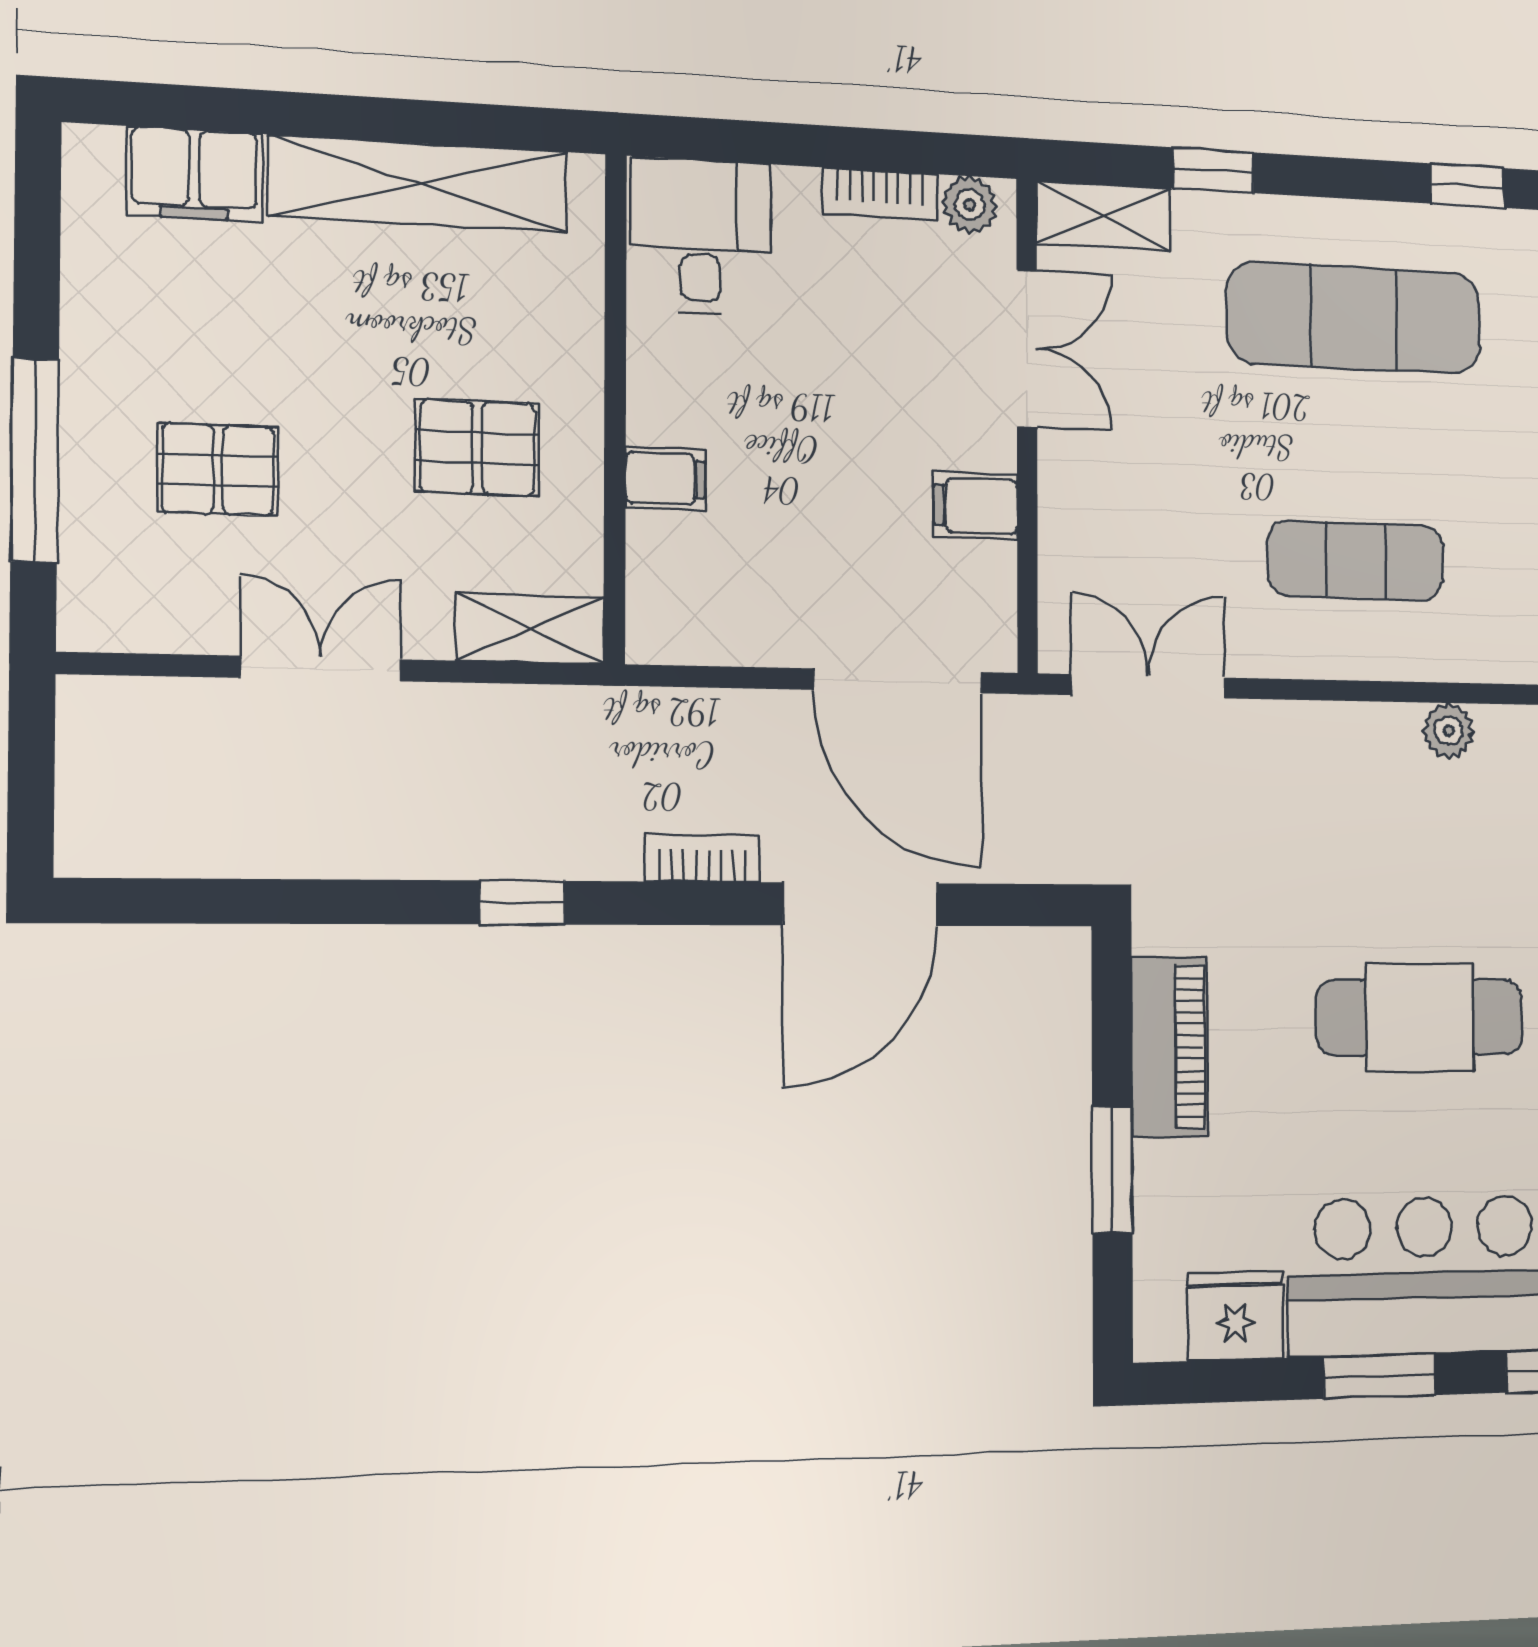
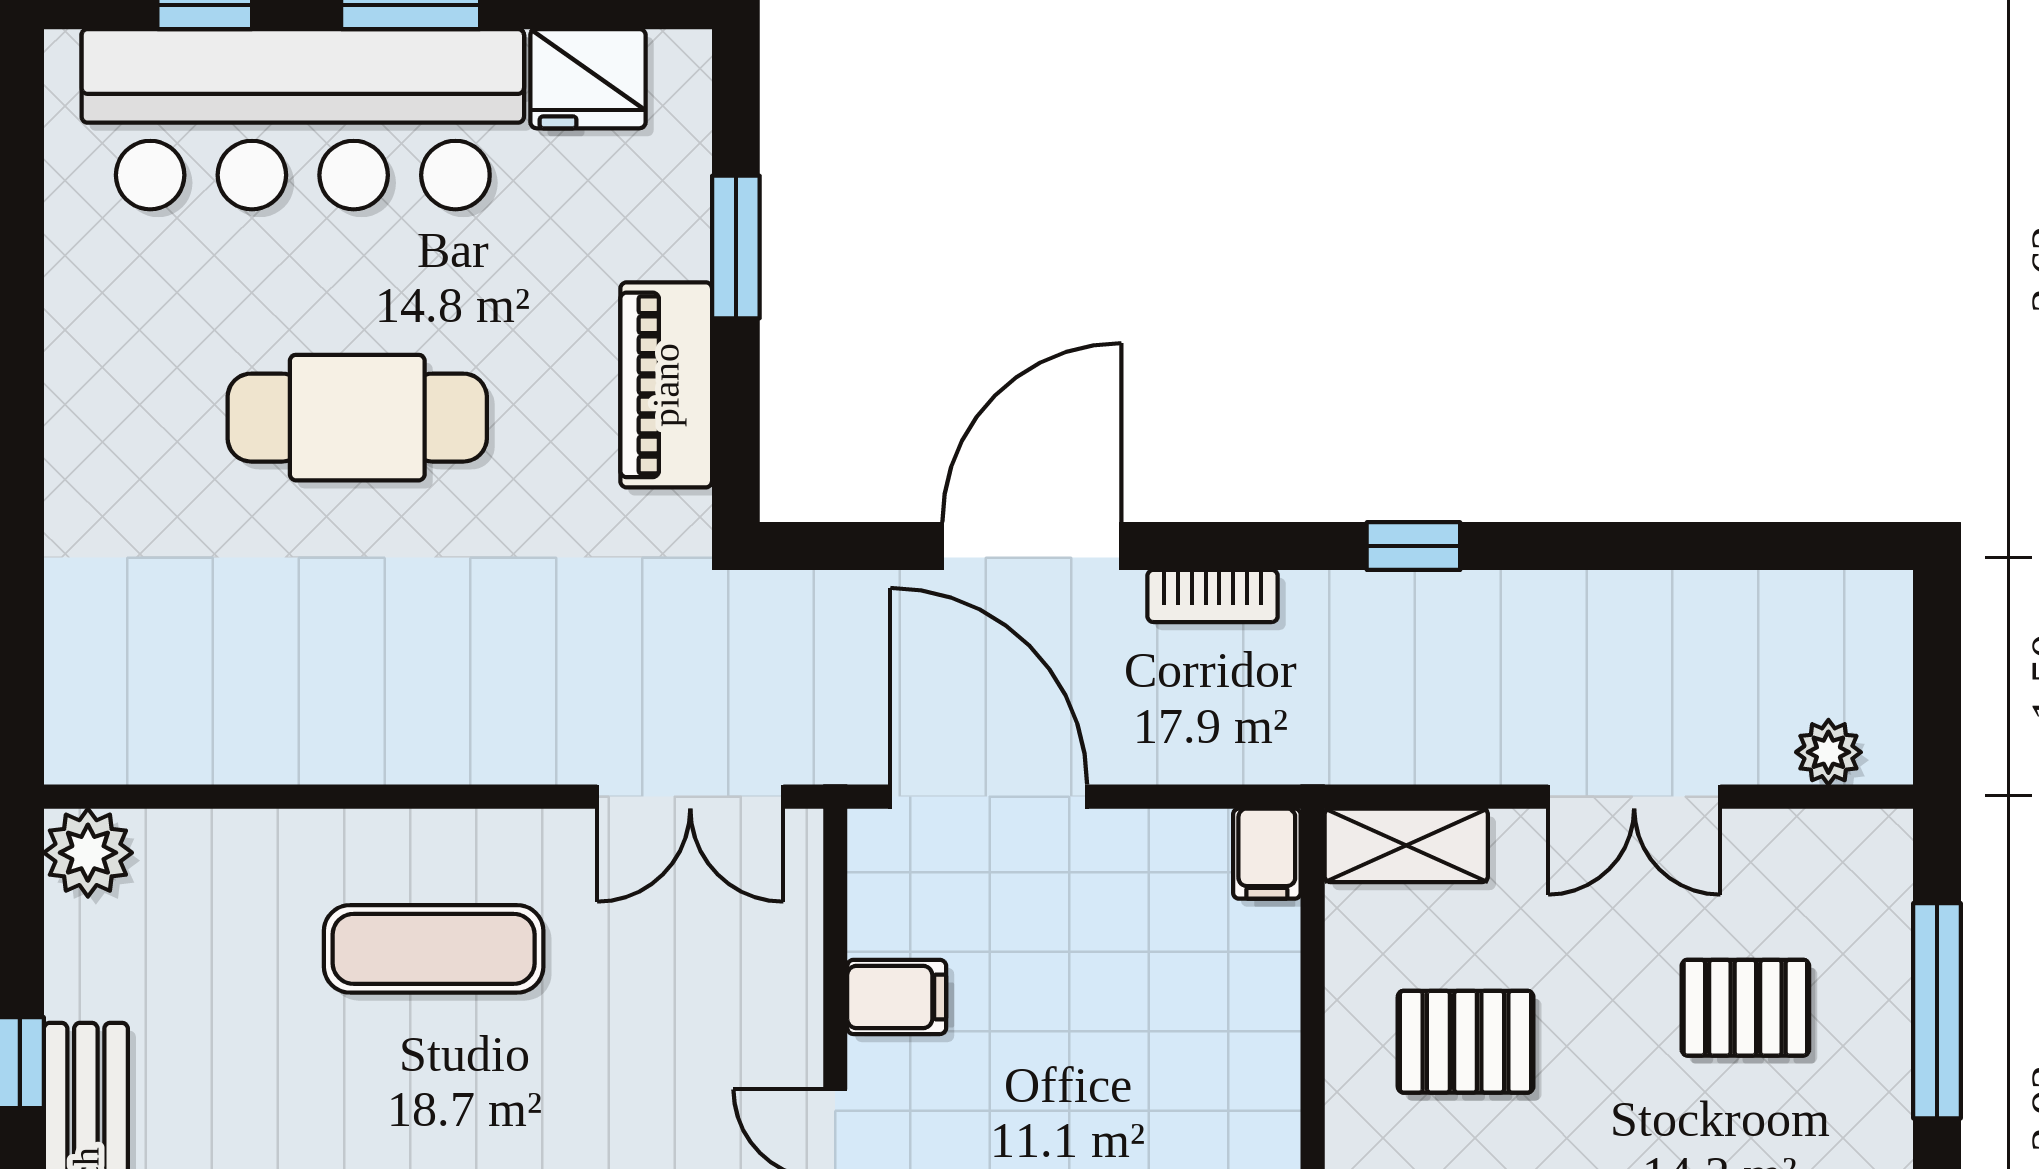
filing cabinet: (665, 479) -> (1267, 854), moved, turned -90
plant: (1449, 731) -> (1828, 752), moved

